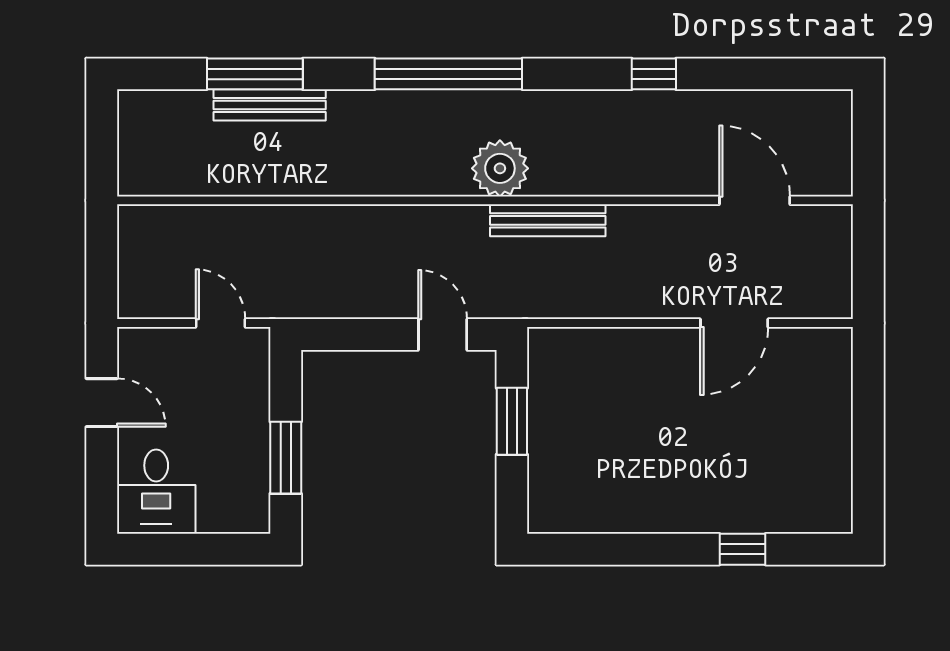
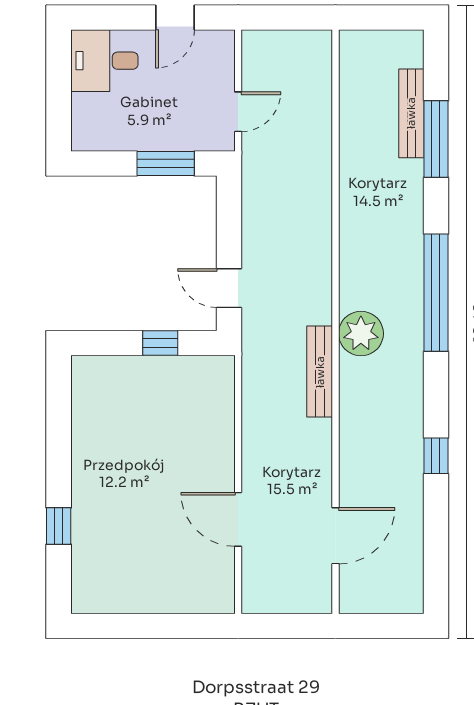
bench: (270, 105) -> (411, 113), moved
door: (443, 335) -> (229, 288), swing flipped
window: (512, 421) -> (160, 343), width x0.67
window: (286, 458) -> (166, 163), moved

